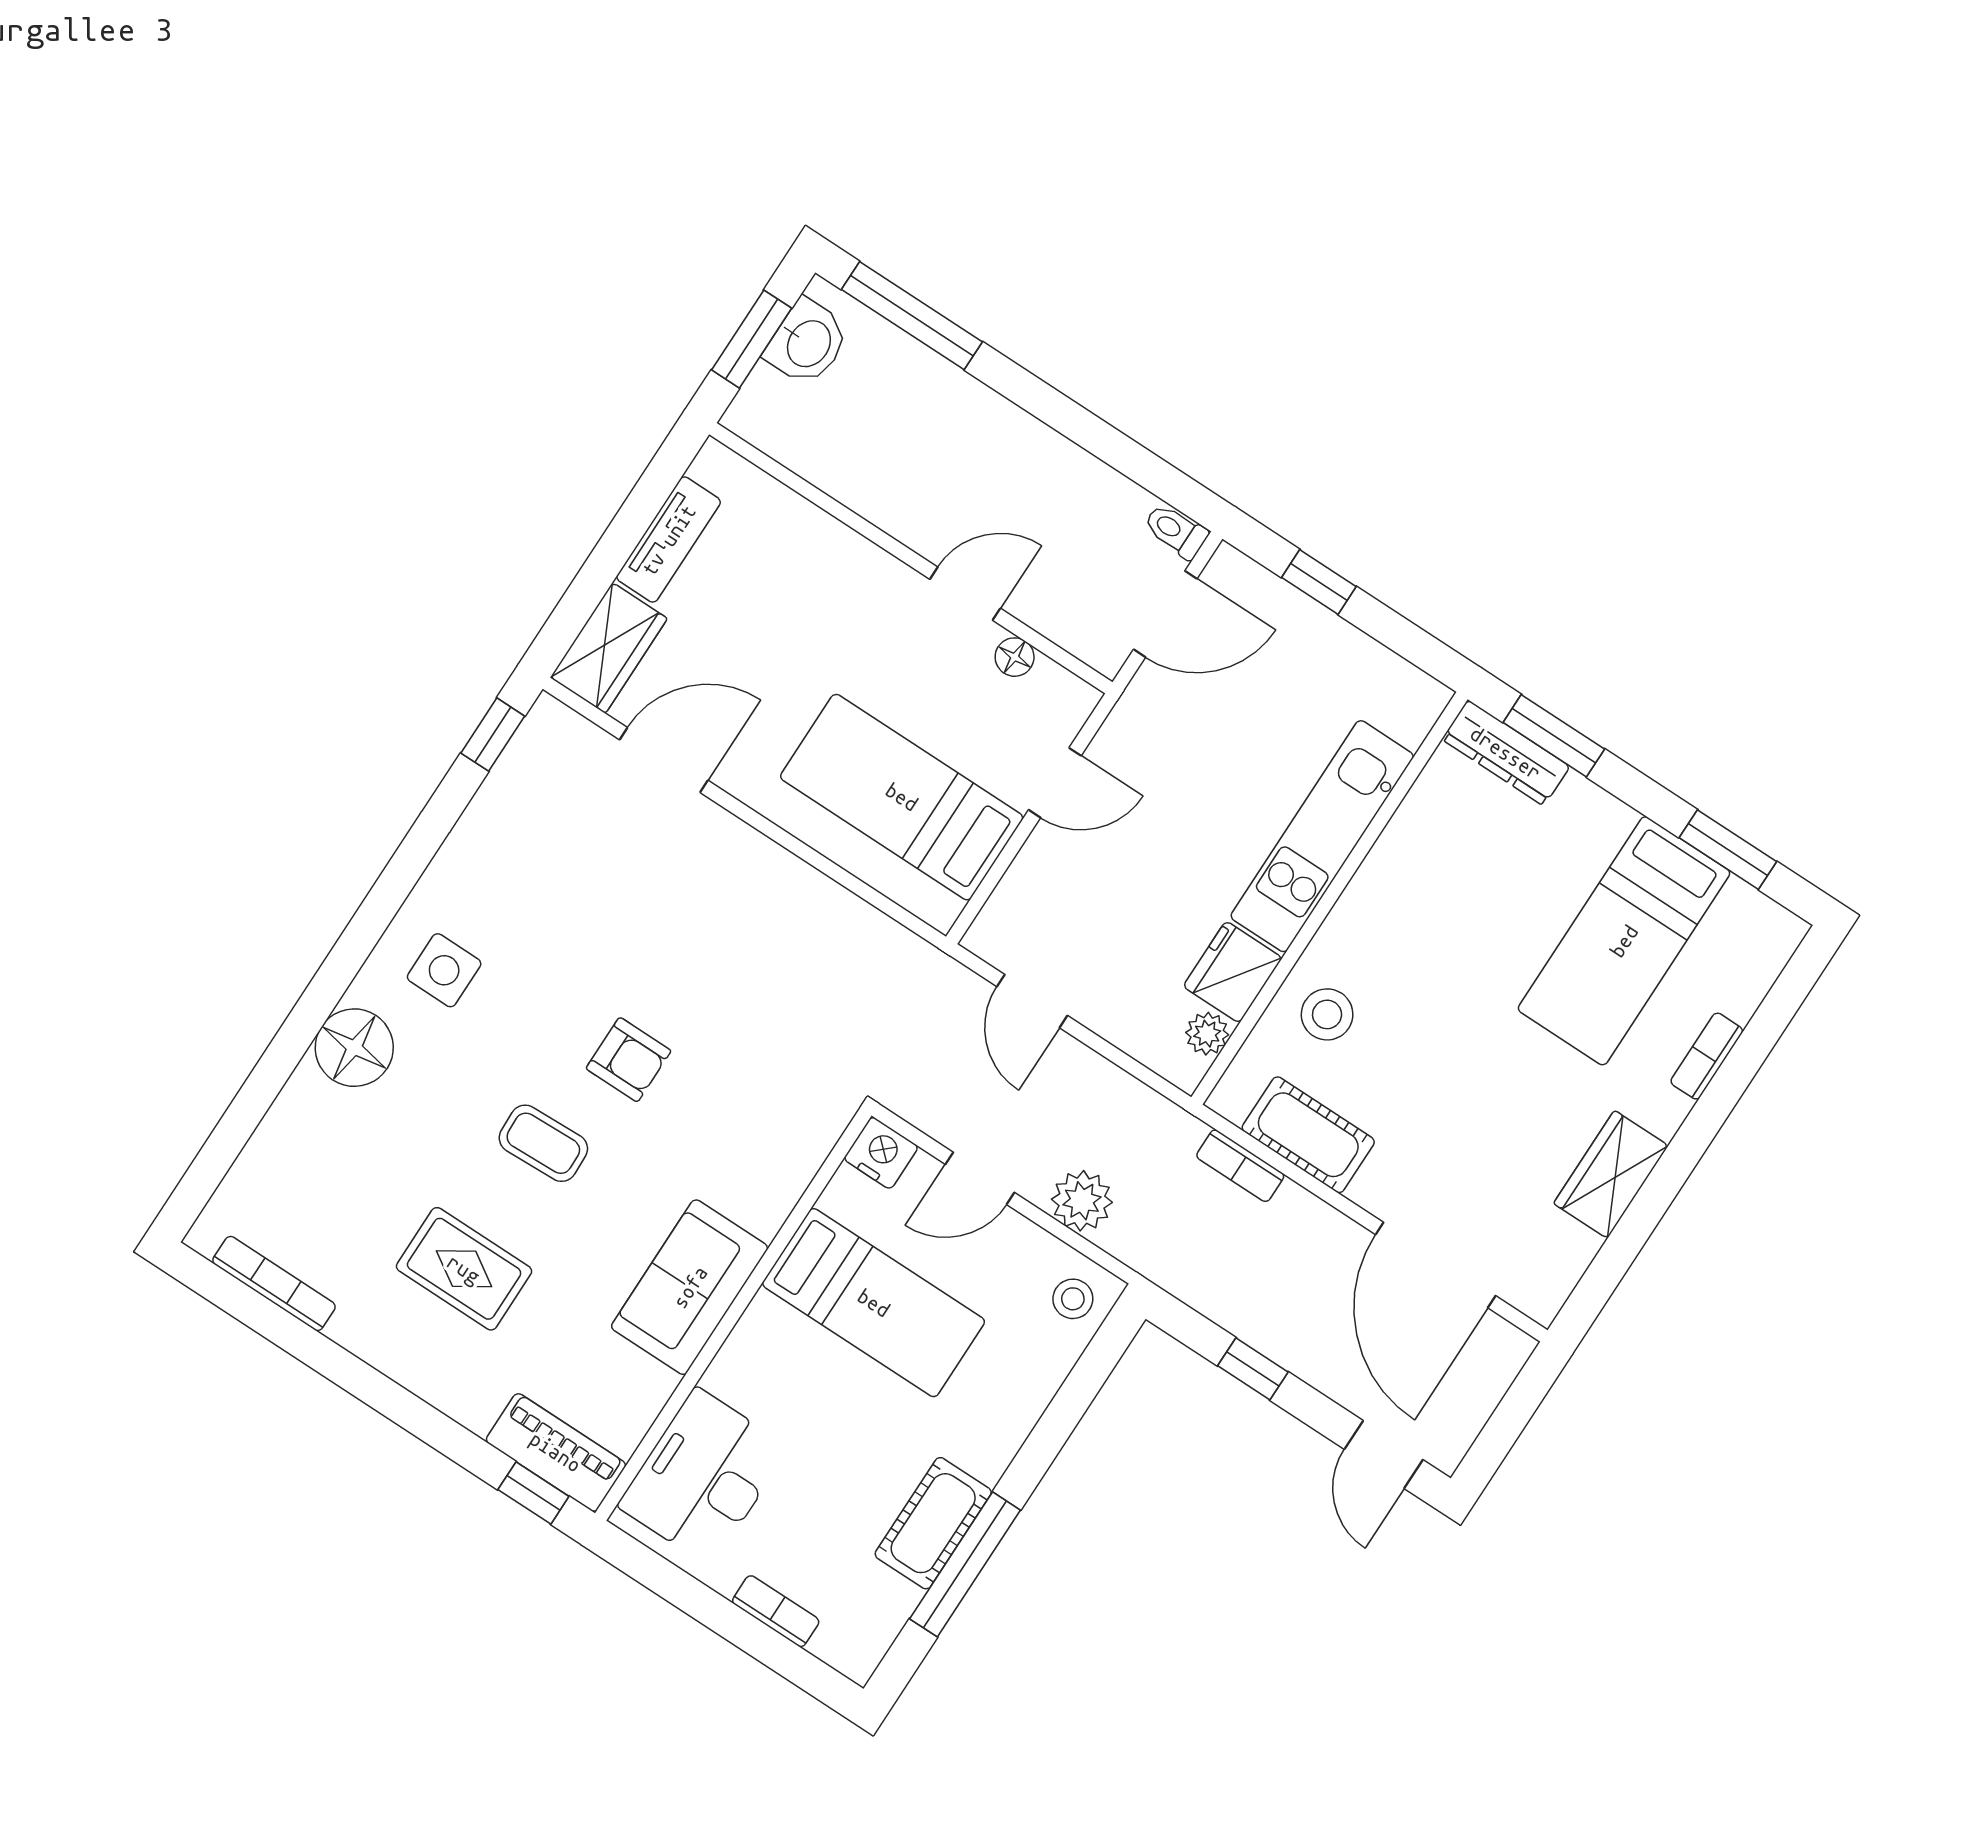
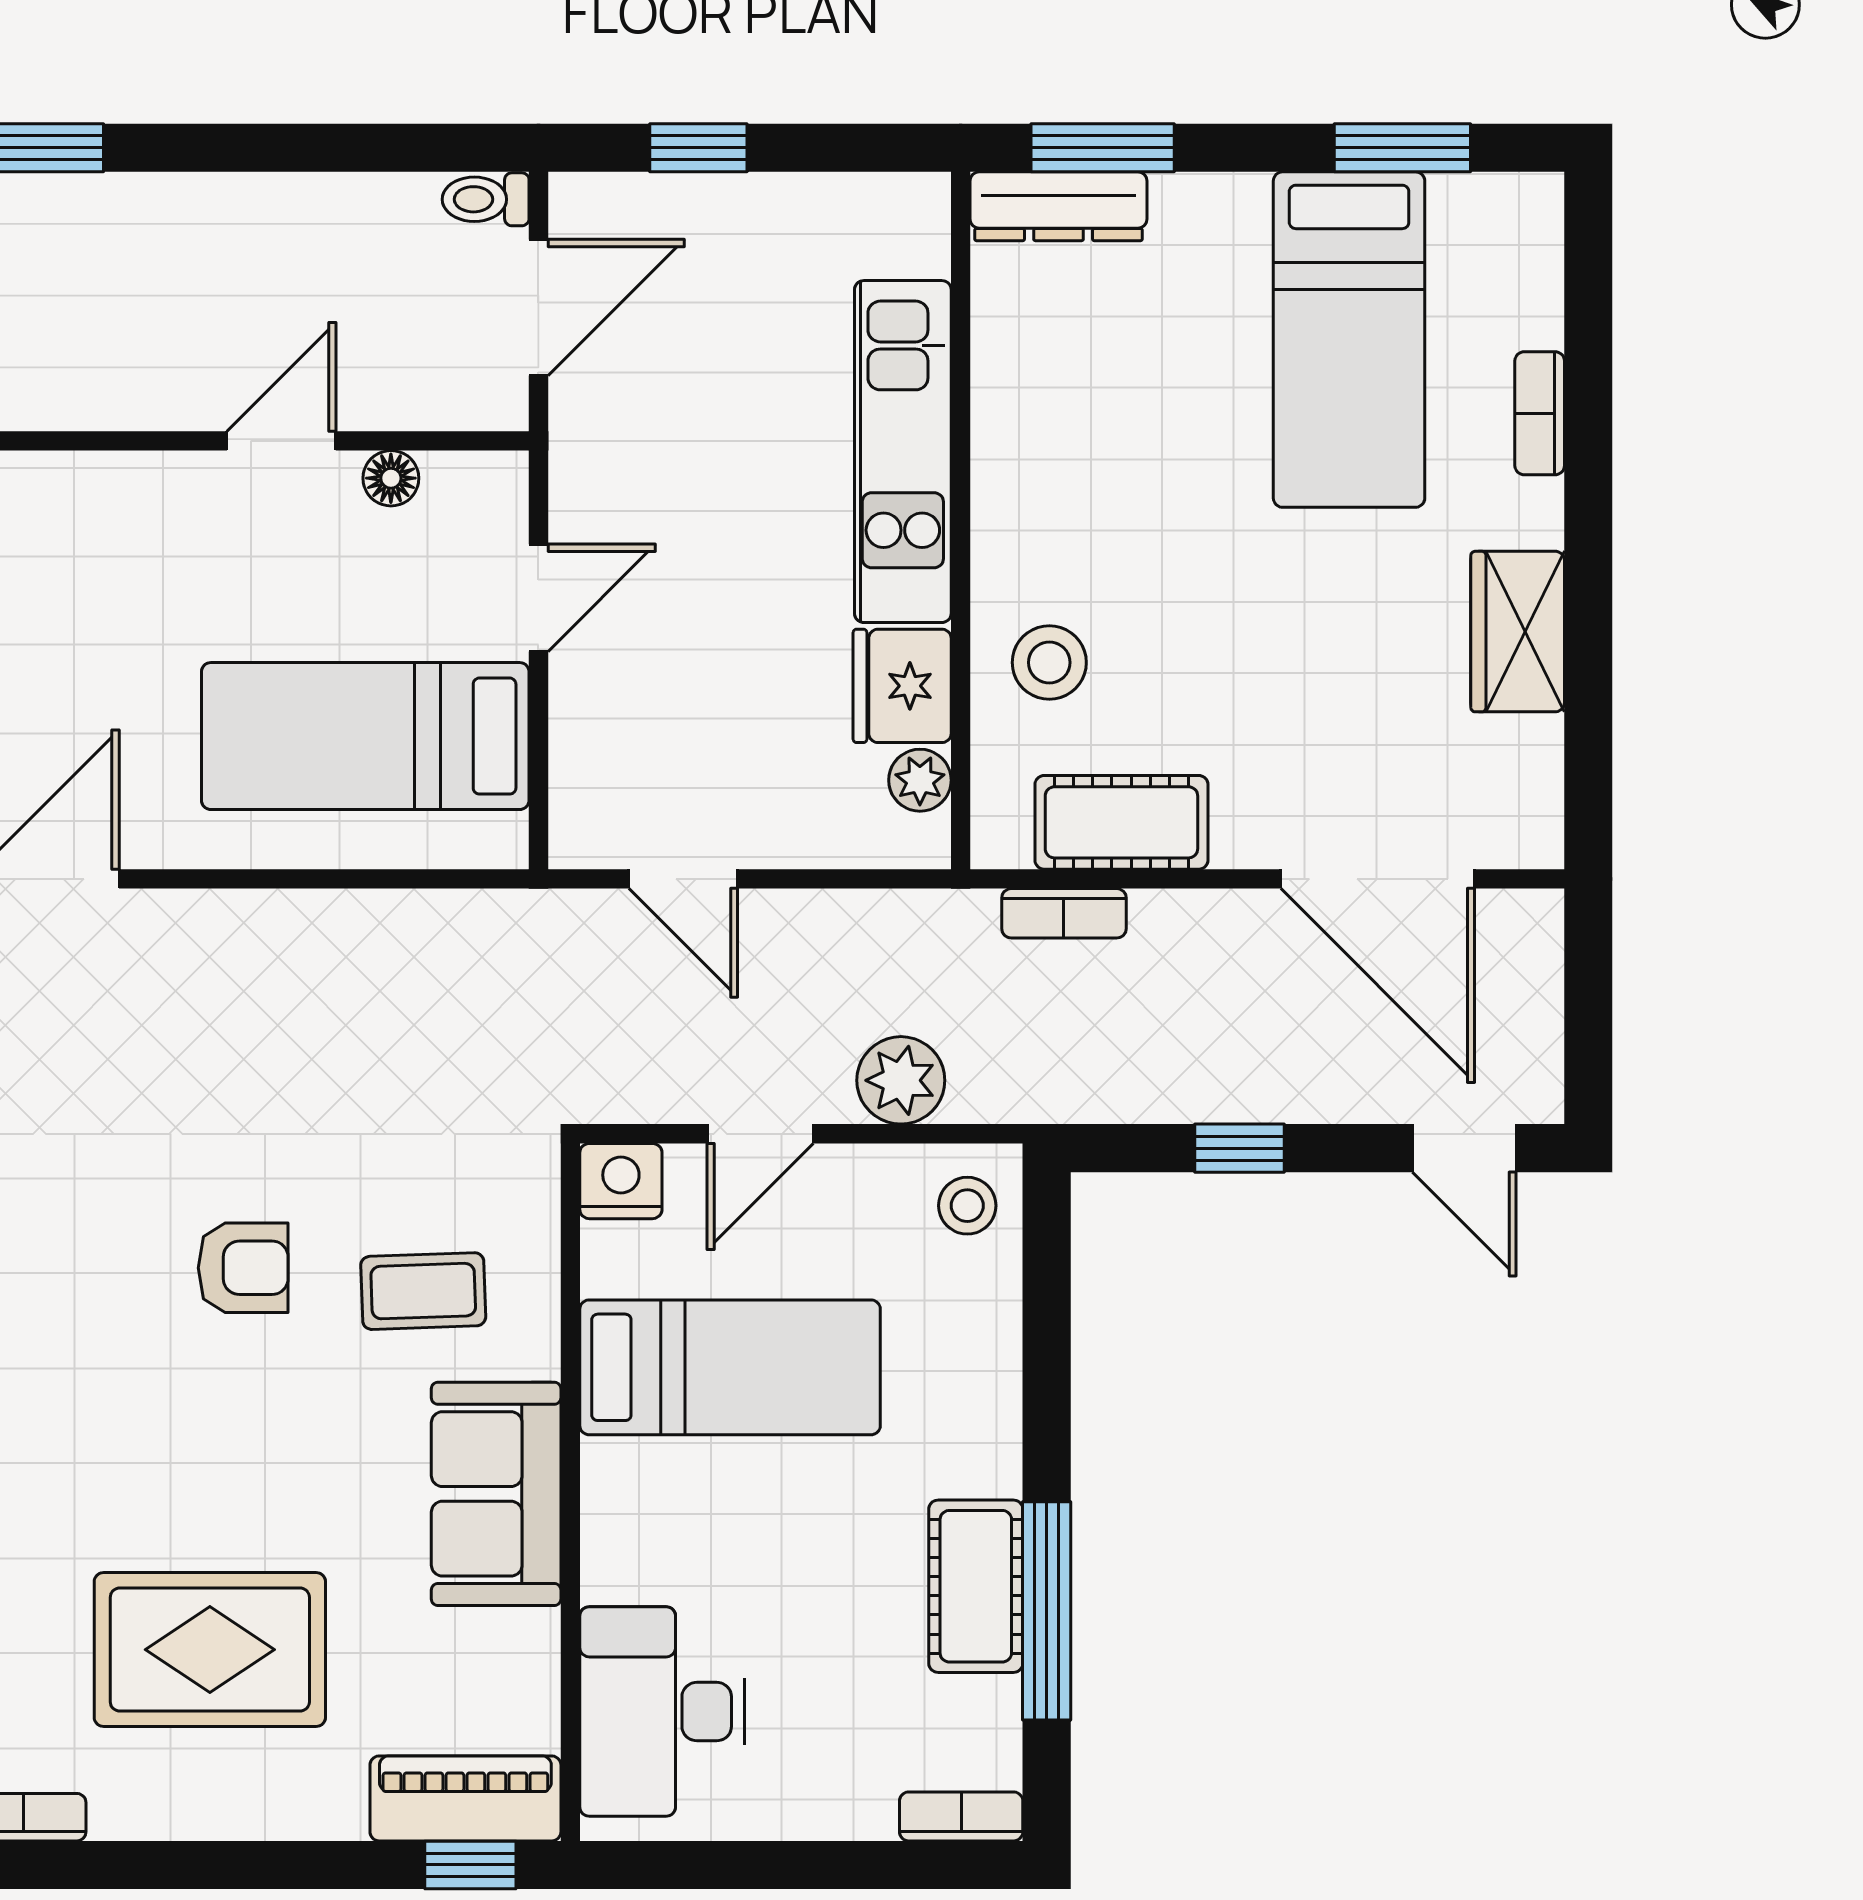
coffee table: (543, 1143) -> (423, 1291), moved
rug: (464, 1269) -> (210, 1650), width x1.36, depth x1.43
bookcase: (776, 1611) -> (961, 1816), moved

